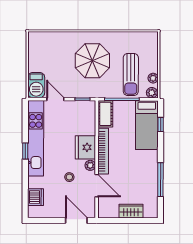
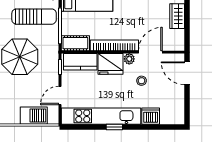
barbecue: (36, 85) -> (34, 116), moved
kitchen counter: (88, 119) -> (80, 62), added
dishwasher: (36, 197) -> (151, 116), moved
door: (76, 220) -> (187, 73), hinge flipped

